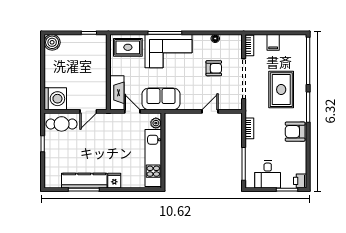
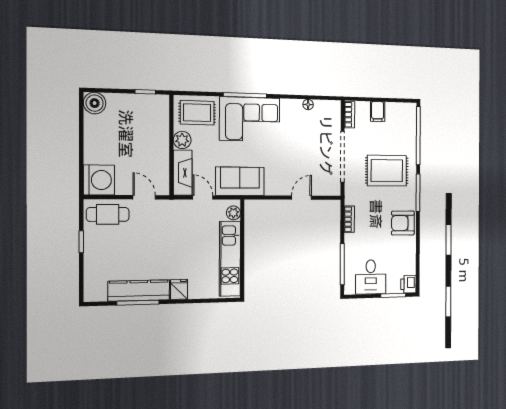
plant: (117, 68) -> (182, 140), added
armchair: (214, 68) -> (306, 143), removed
rug: (281, 90) -> (387, 171), turned 90
door: (88, 111) -> (144, 197), swing flipped

